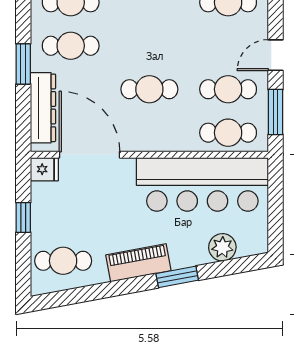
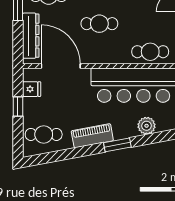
cafe table: (228, 89) -> (150, 24), removed
fridge: (44, 169) -> (32, 89), moved

